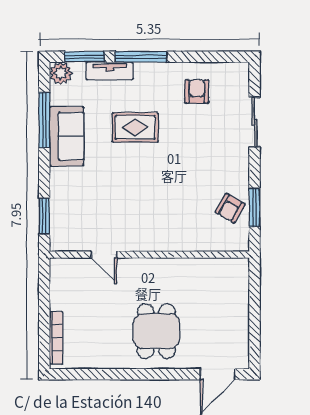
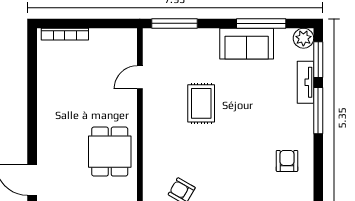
armchair: (197, 91) -> (287, 161), turned -90
rug: (135, 127) -> (201, 103), moved
window: (44, 216) -> (175, 23), width x1.44
dining table: (156, 331) -> (110, 152), moved, turned 90

